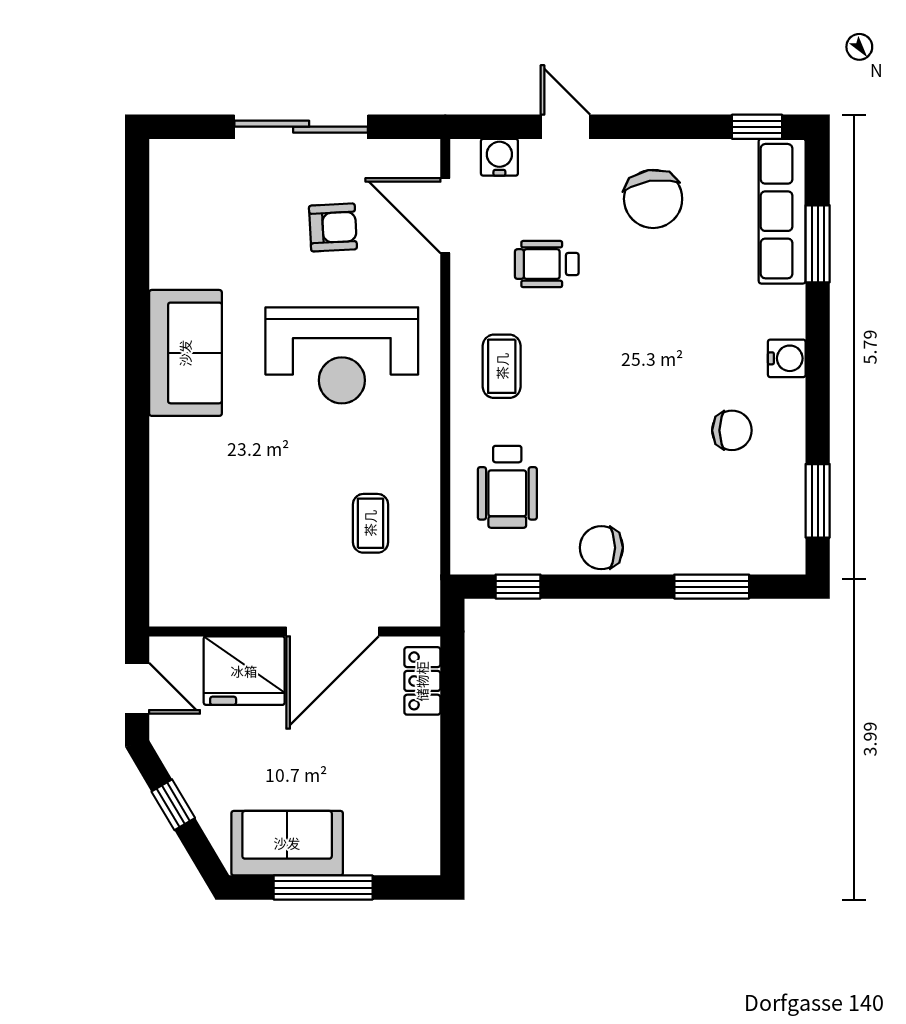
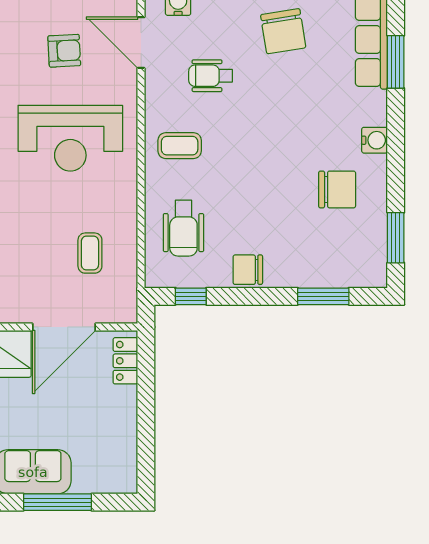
coffee table: (502, 366) -> (180, 146), turned 90
chair: (732, 430) -> (337, 189), width x1.37, depth x1.37

